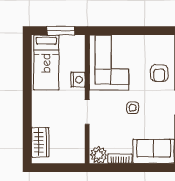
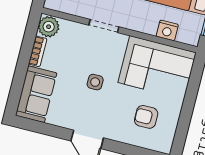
armchair: (159, 73) -> (146, 117), moved
nightstand: (78, 80) -> (167, 30), moved

